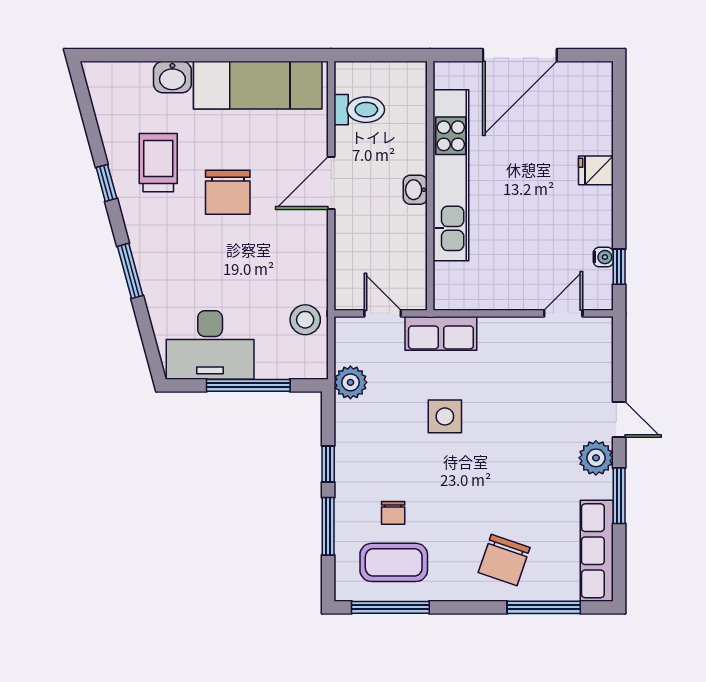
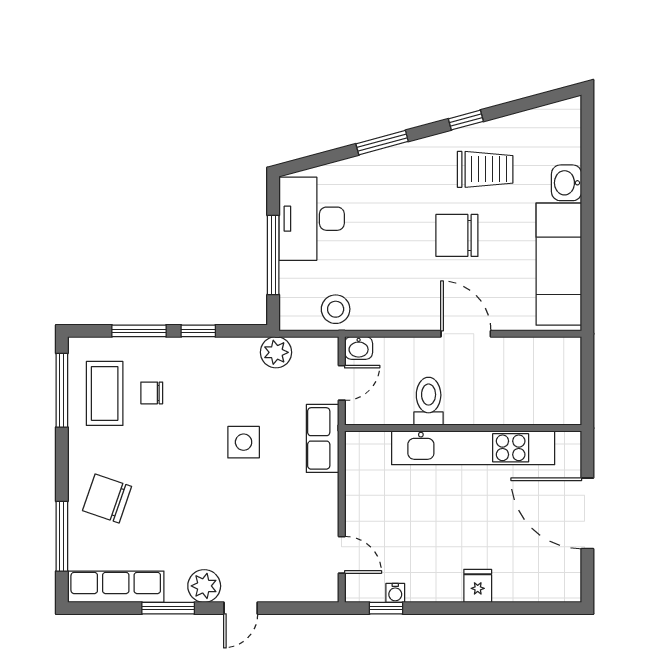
toilet: (359, 110) -> (429, 401), moved, turned 180
washbasin: (415, 190) -> (359, 348), moved, turned 180

